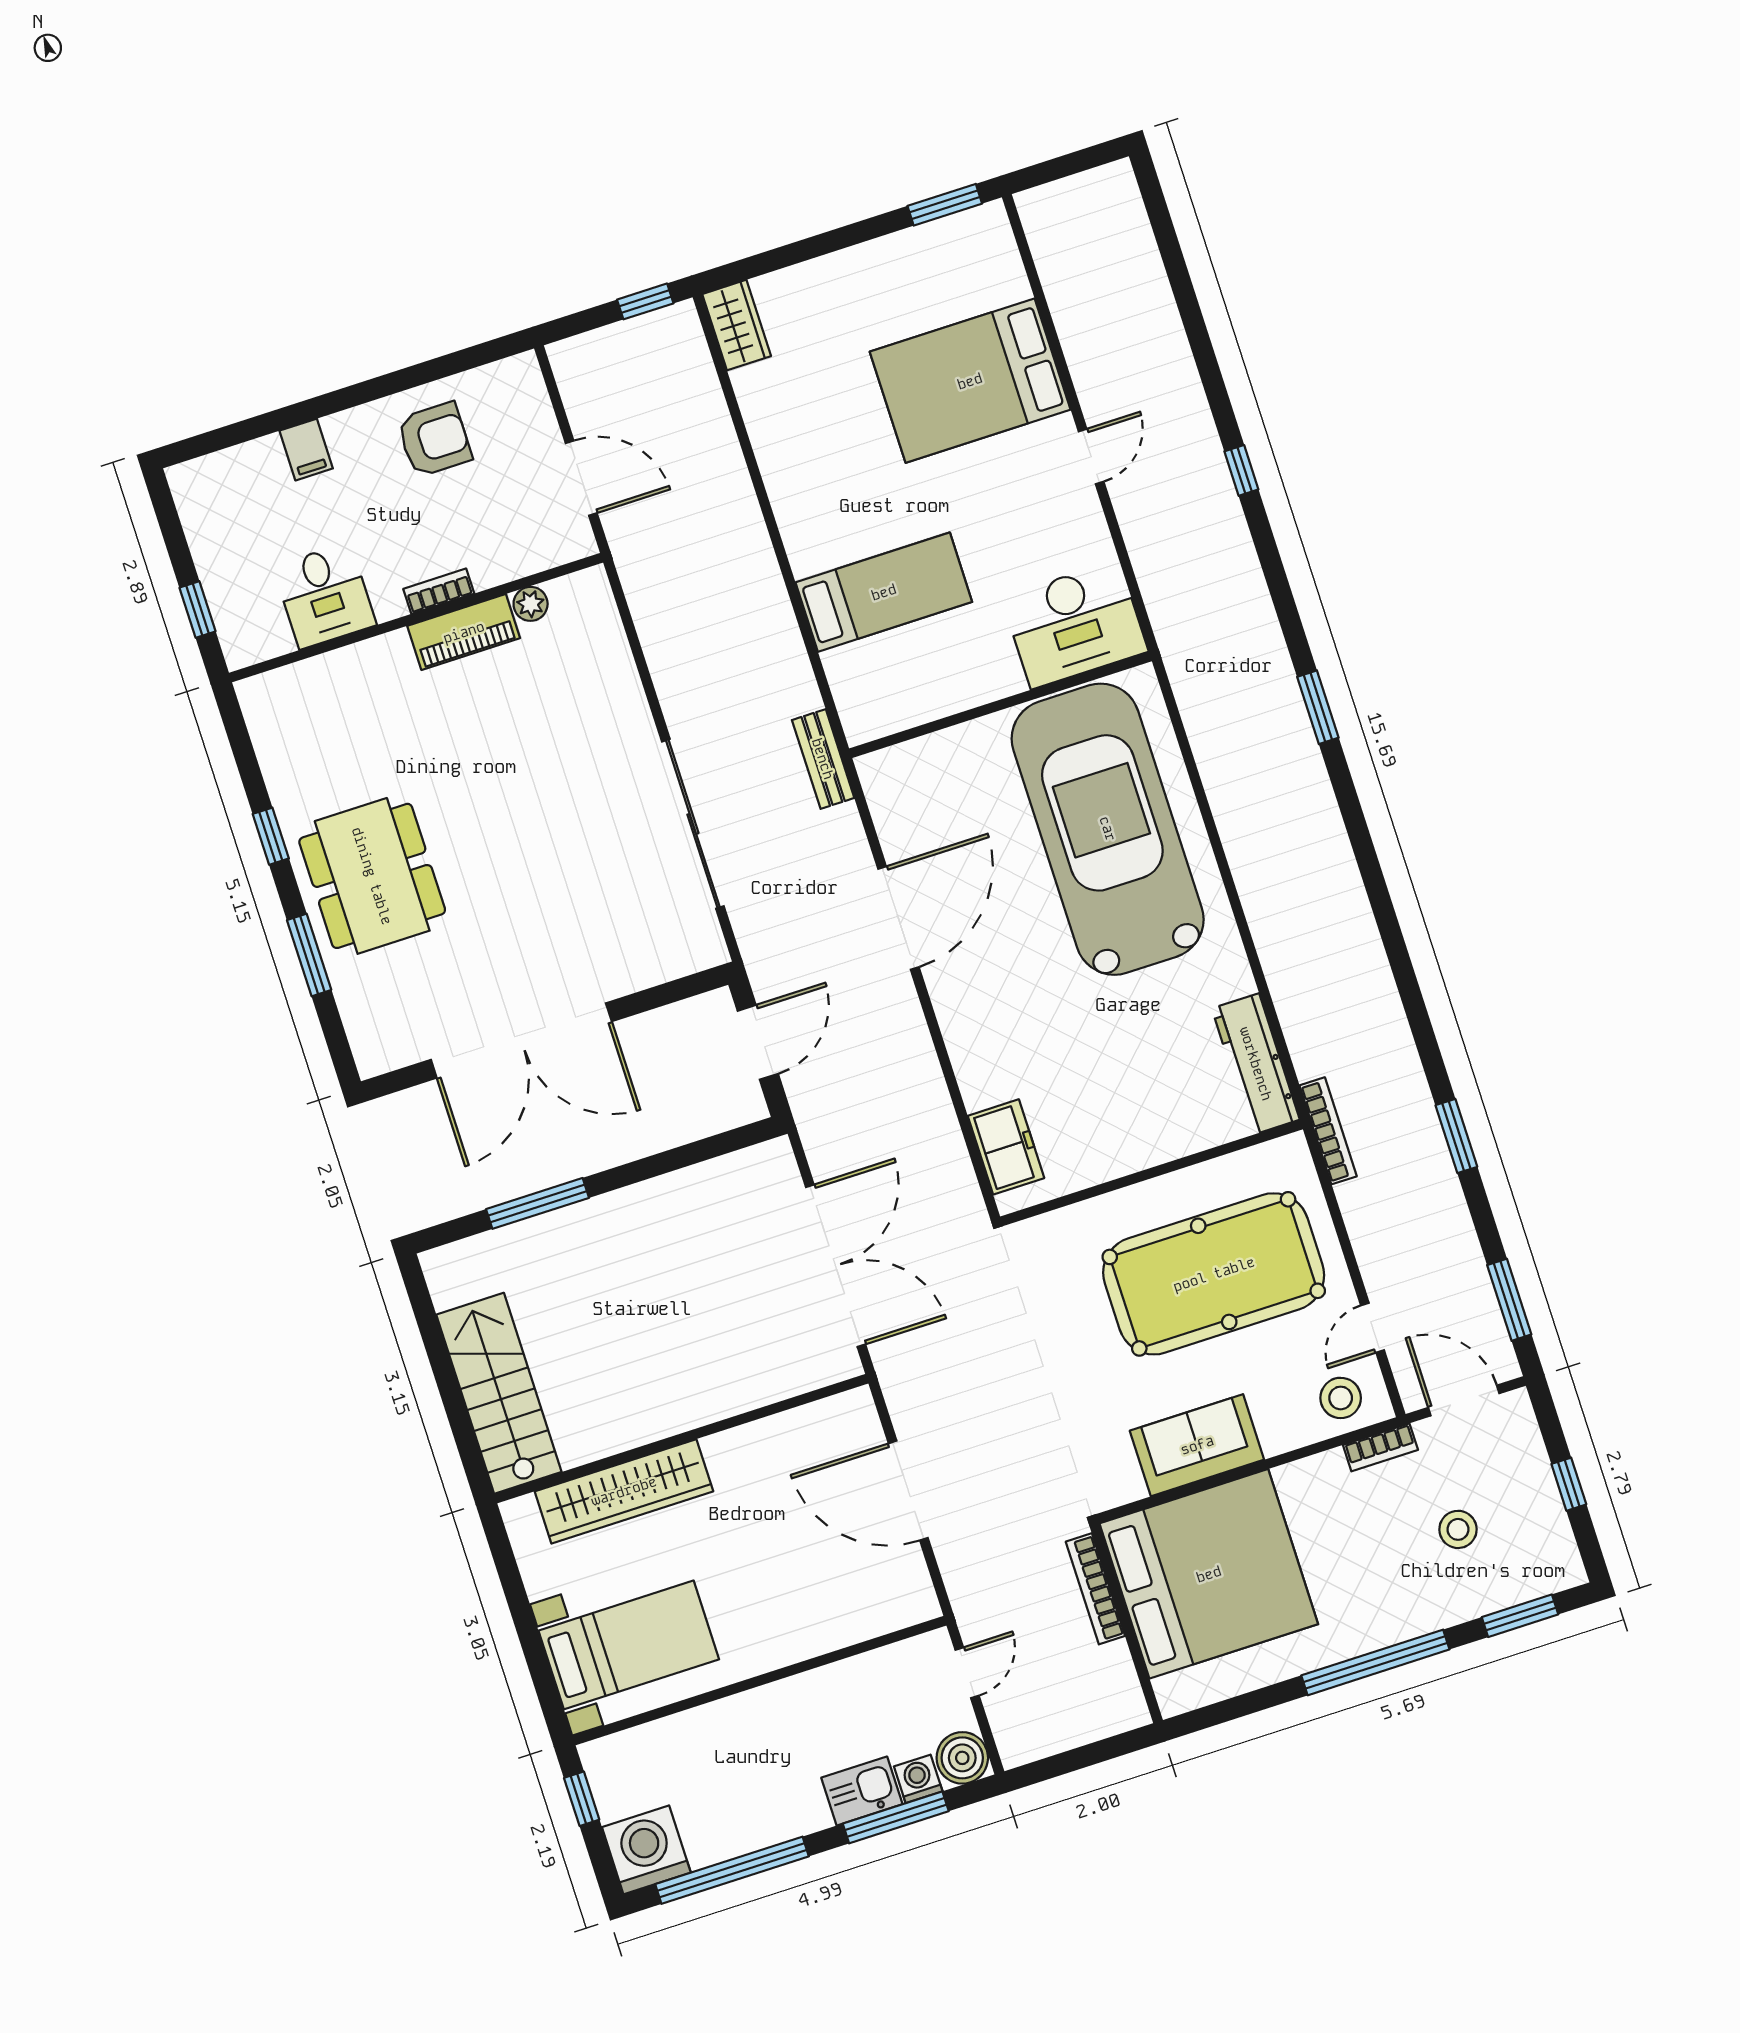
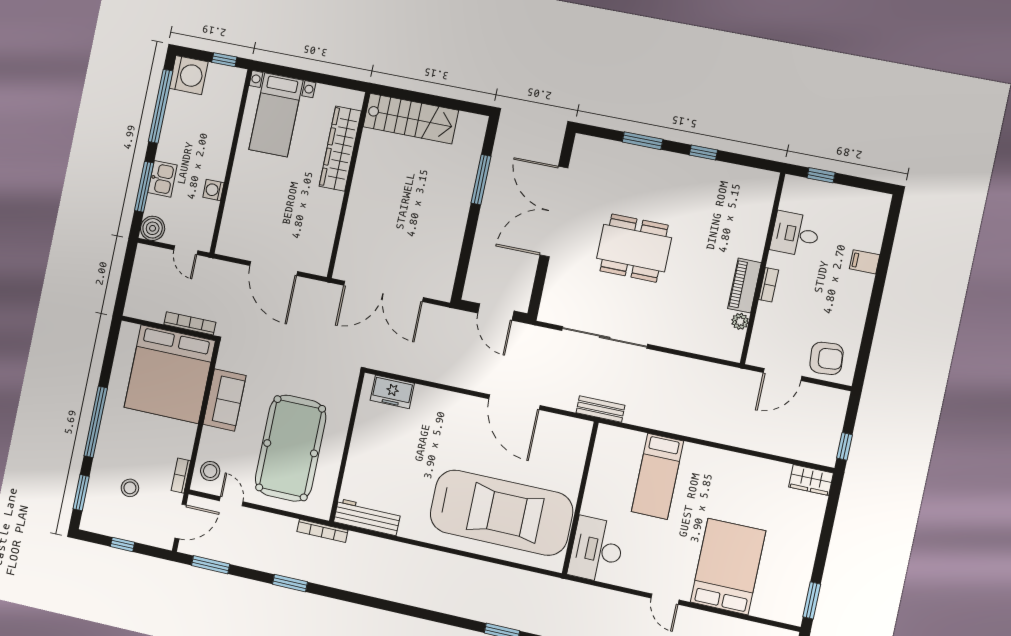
armchair: (434, 439) -> (826, 358), moved, turned -95
dining table: (372, 876) -> (634, 248), moved
door: (908, 1491) -> (274, 268), swing flipped
washing machine: (918, 1779) -> (213, 190), moved, turned 180

